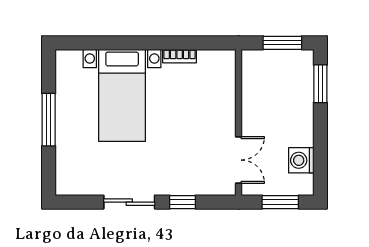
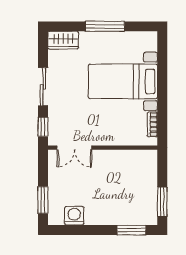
wall: (239, 122) -> (103, 148), moved
double door: (239, 160) -> (74, 148), moved
wardrobe: (67, 175) -> (63, 40), added

